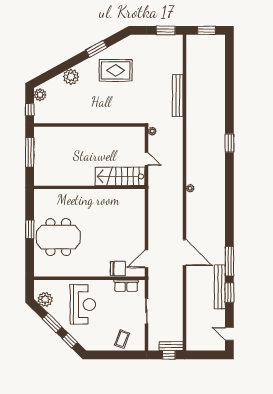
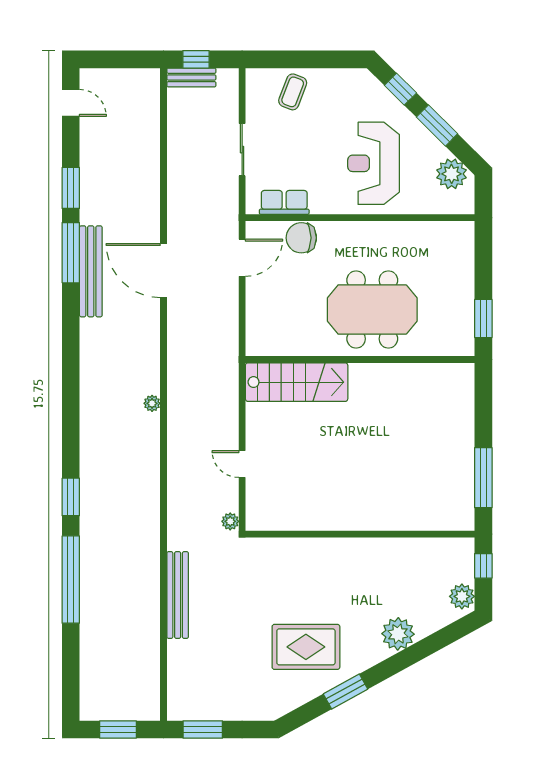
window: (229, 103) -> (71, 580), added
stairs: (120, 176) -> (297, 382), moved
wall: (89, 187) -> (360, 359), moved
meeting table: (58, 237) -> (372, 309), moved
bench: (220, 287) -> (91, 271), moved

